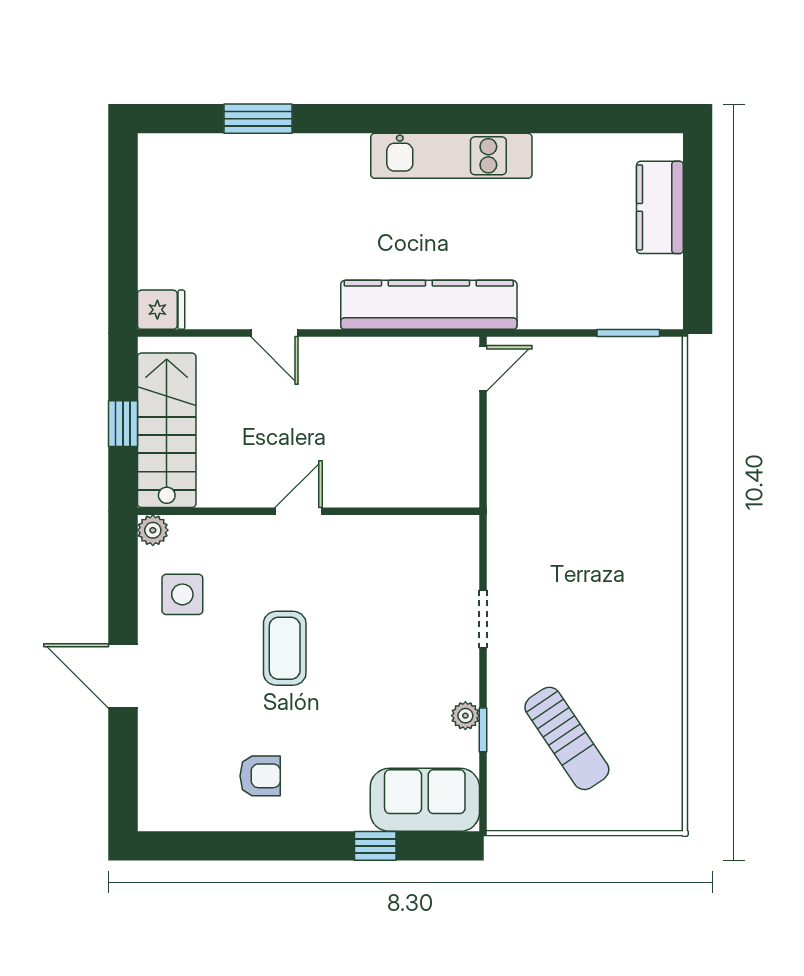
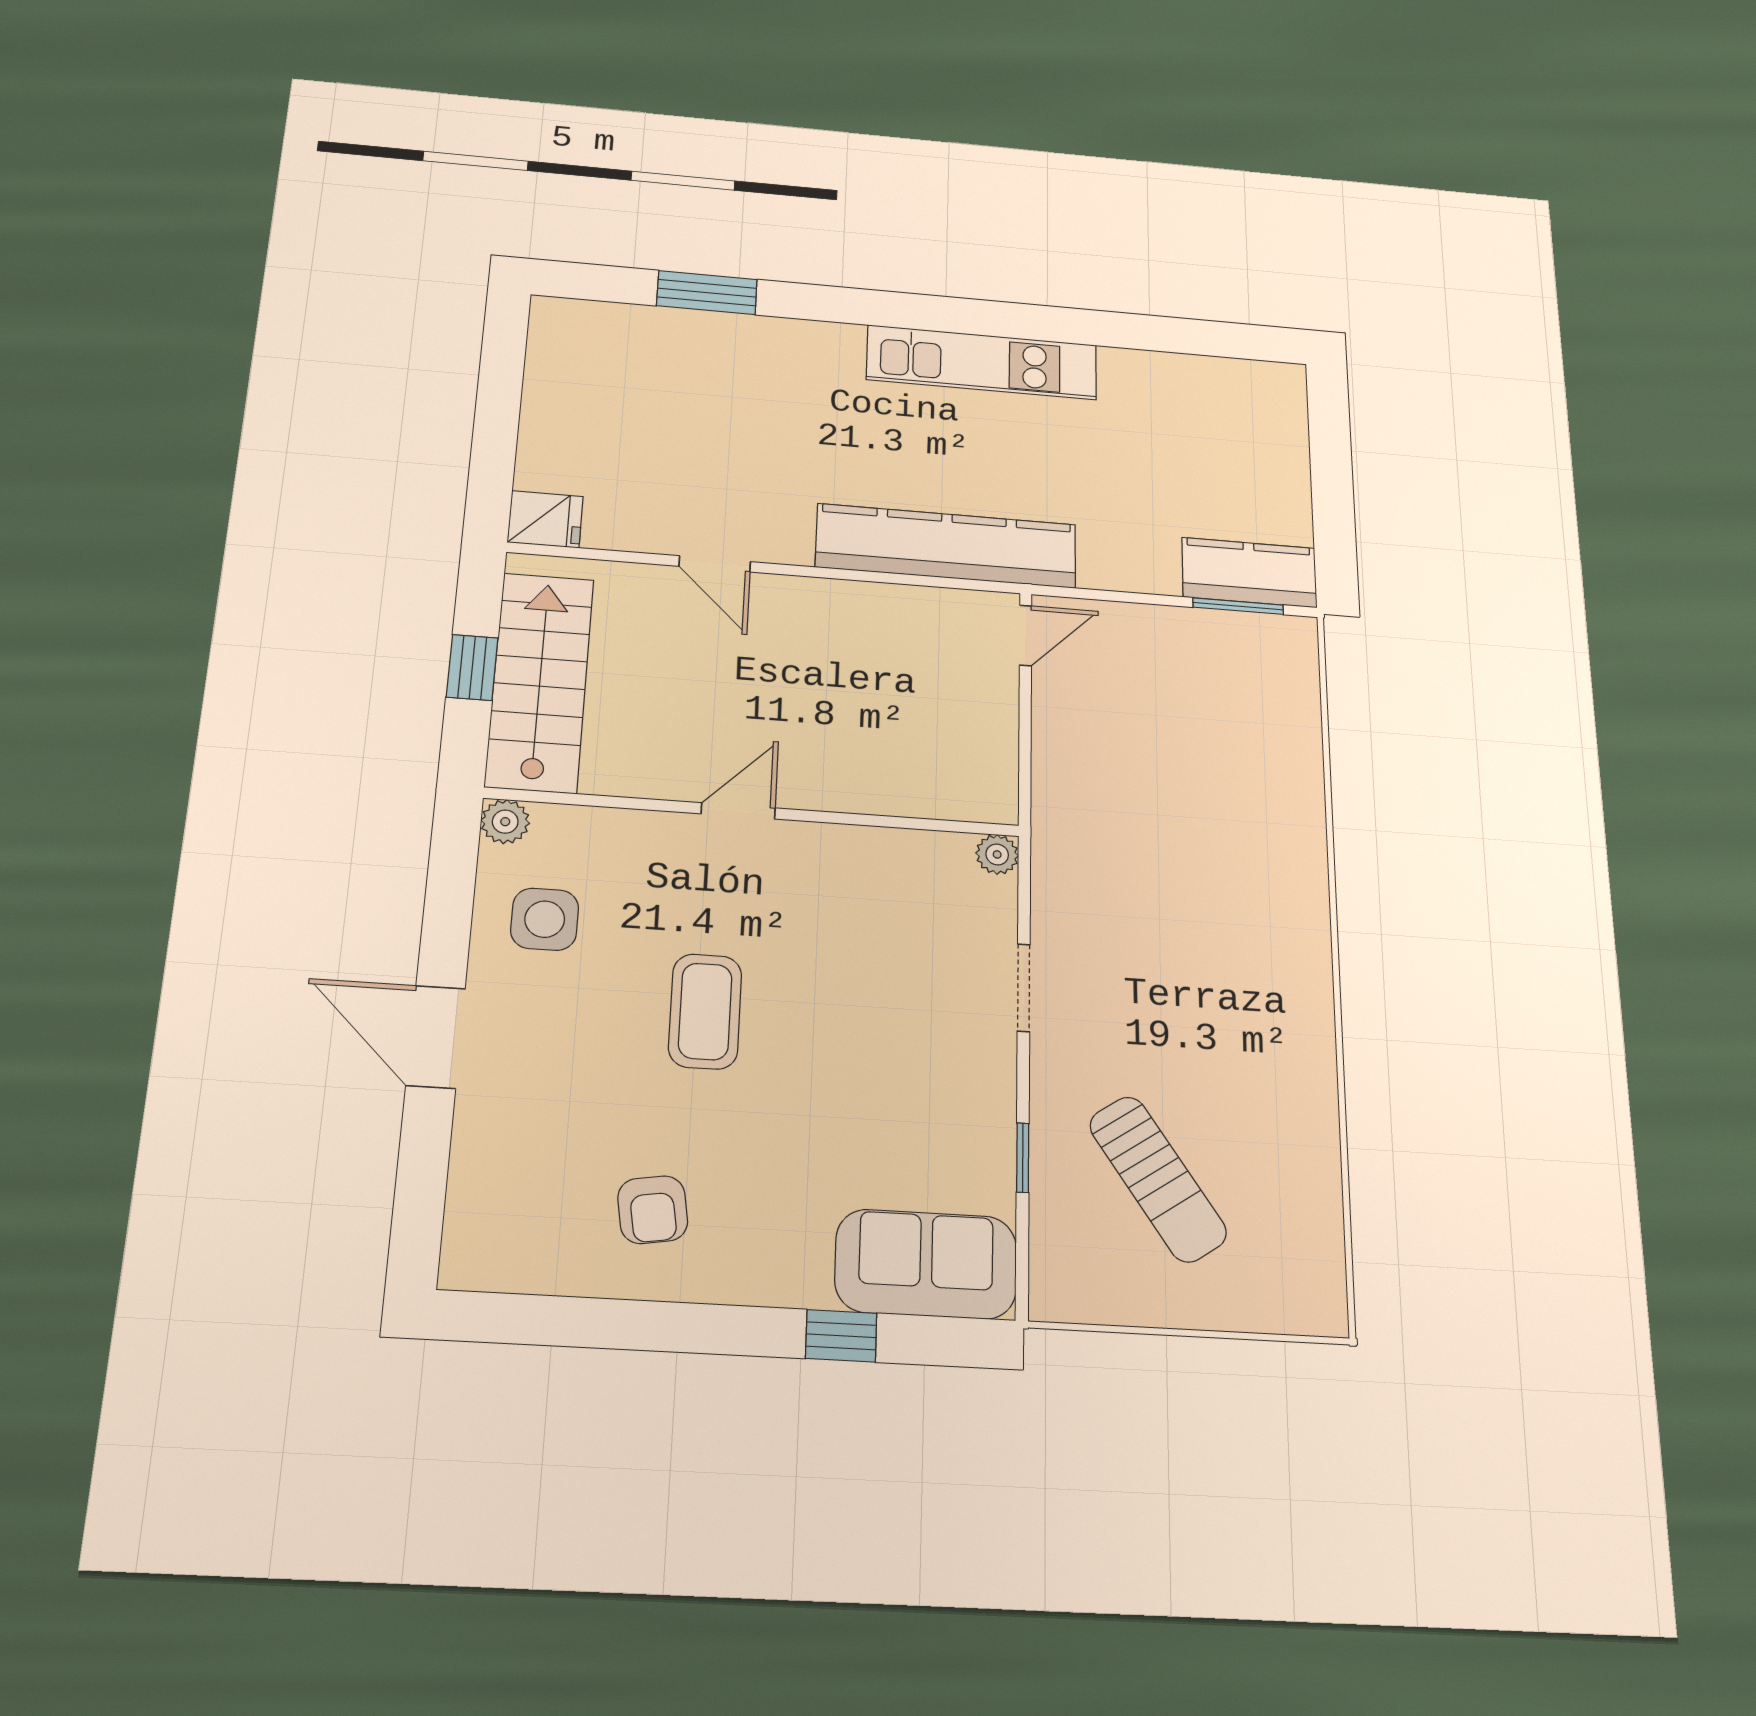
kitchen counter: (660, 207) -> (1249, 573), moved, turned 90
plant: (465, 716) -> (997, 854), moved
armchair: (260, 776) -> (653, 1210), turned 81

